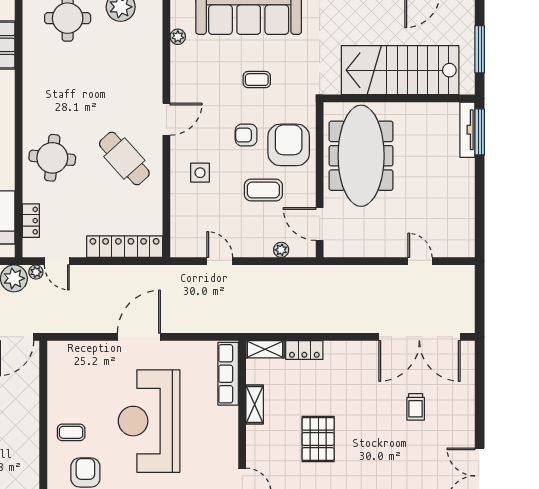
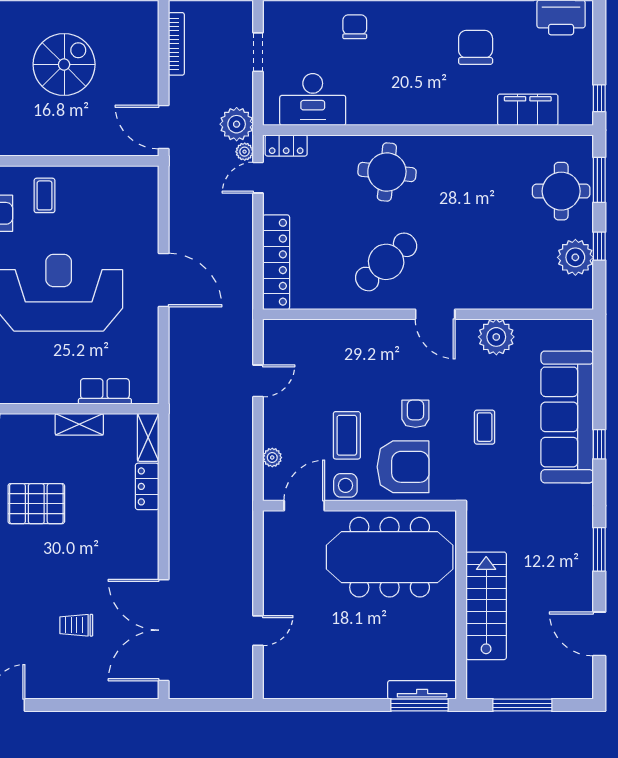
plant: (178, 37) -> (496, 337), moved, width x1.88, depth x1.88
stairs: (400, 70) -> (486, 606), width x0.73, depth x0.66
side table: (200, 173) -> (345, 485), moved
locker: (31, 221) -> (286, 145), moved
row of seats: (228, 374) -> (105, 391), width x0.68

